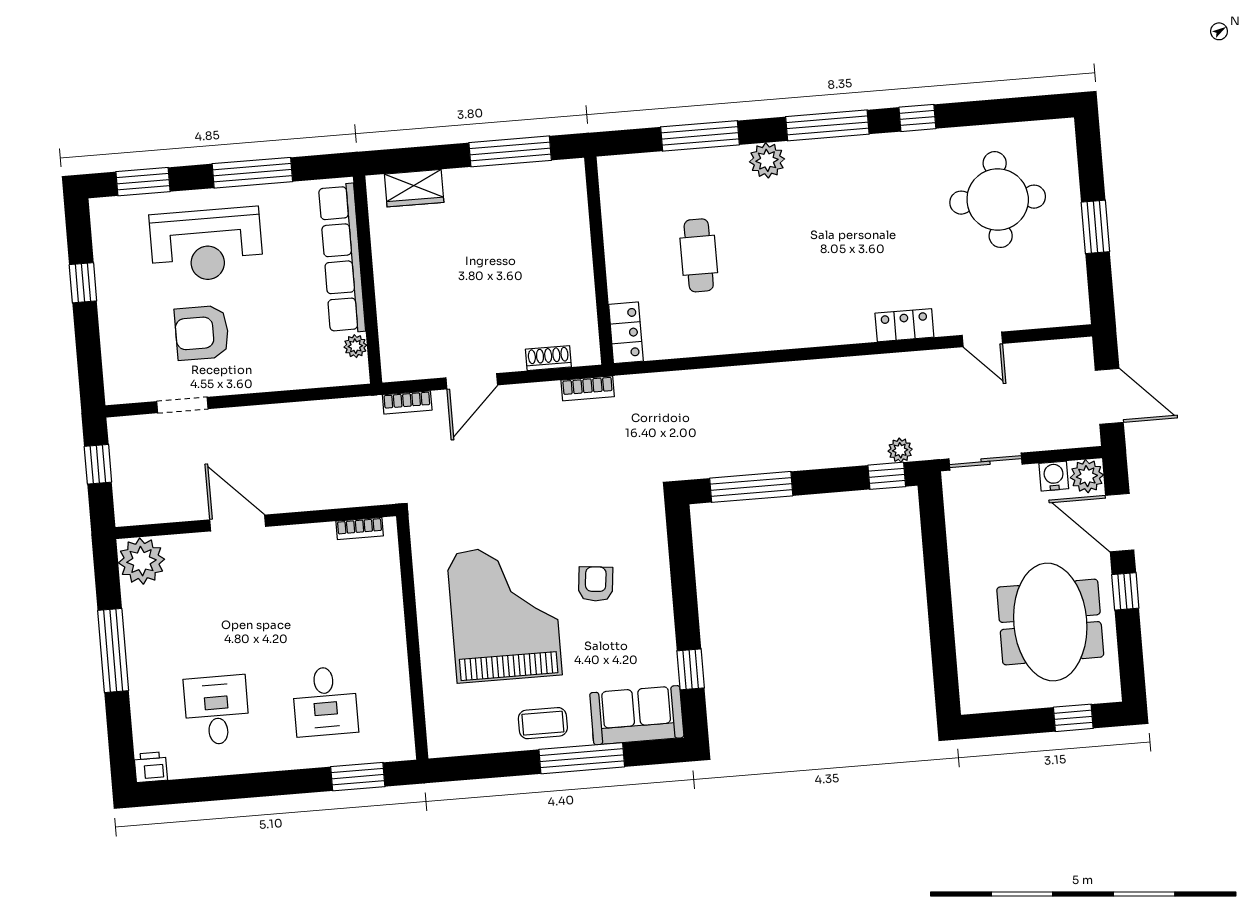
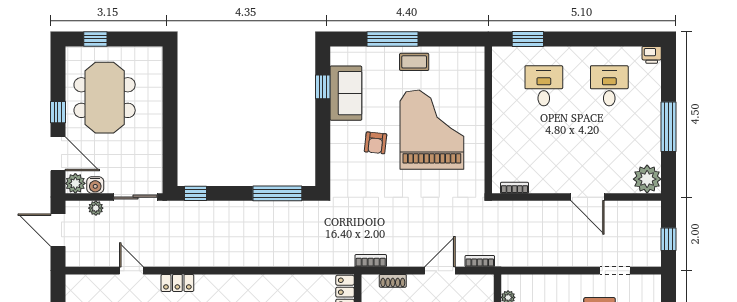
plant: (900, 450) -> (96, 208), moved
grand piano: (504, 613) -> (432, 130), turned 180
desk: (217, 710) -> (609, 86), turned 180
sofa: (637, 715) -> (346, 93), moved, turned -90

